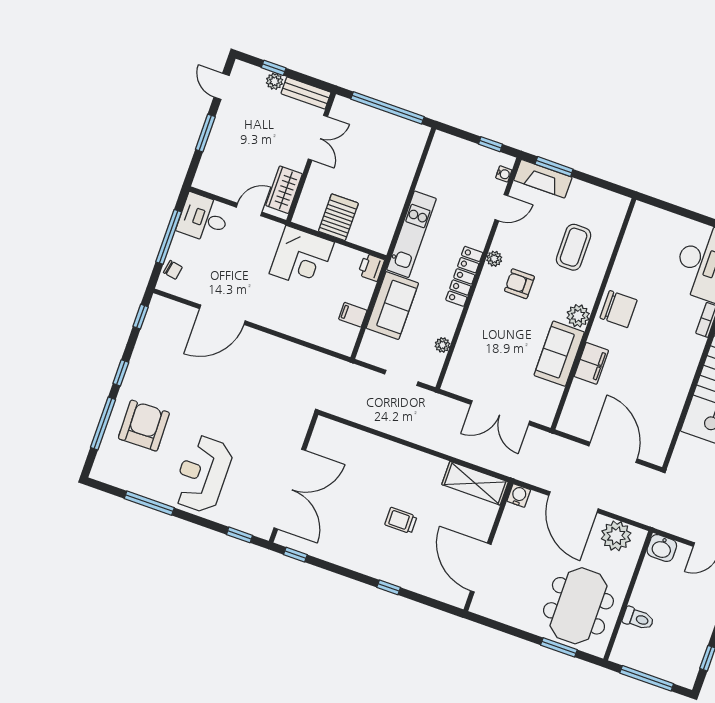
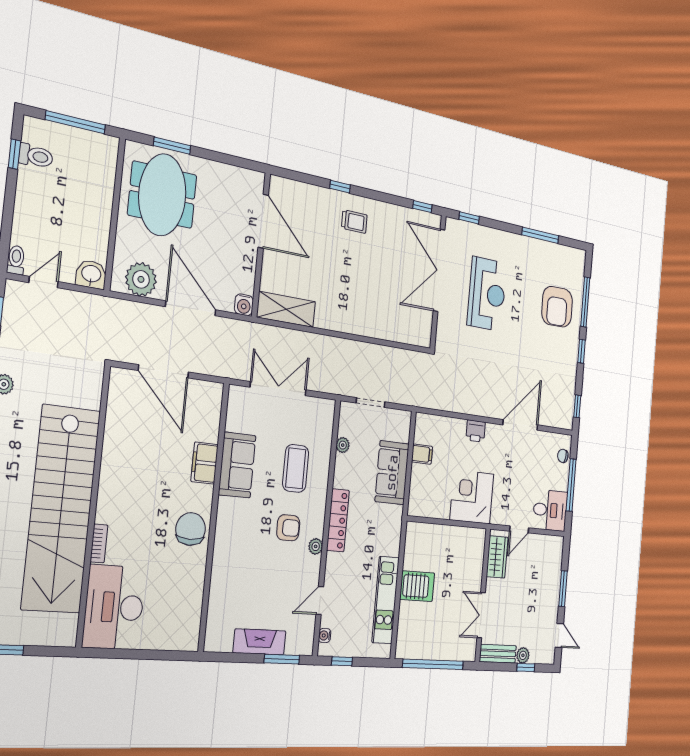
fireplace: (543, 179) -> (259, 642), moved
server rack: (338, 217) -> (417, 586), moved, turned -90
kitchen unit: (412, 234) -> (386, 600), moved
coffee table: (574, 247) -> (296, 468), moved
printer: (371, 267) -> (476, 431), moved, turned 90
chair: (619, 309) -> (191, 529), turned 90
plant: (578, 316) -> (228, 510), removed
reception desk: (203, 474) -> (487, 294), moved
trolley: (401, 521) -> (354, 222), moved
toilet: (638, 619) -> (36, 156), moved, turned 180

